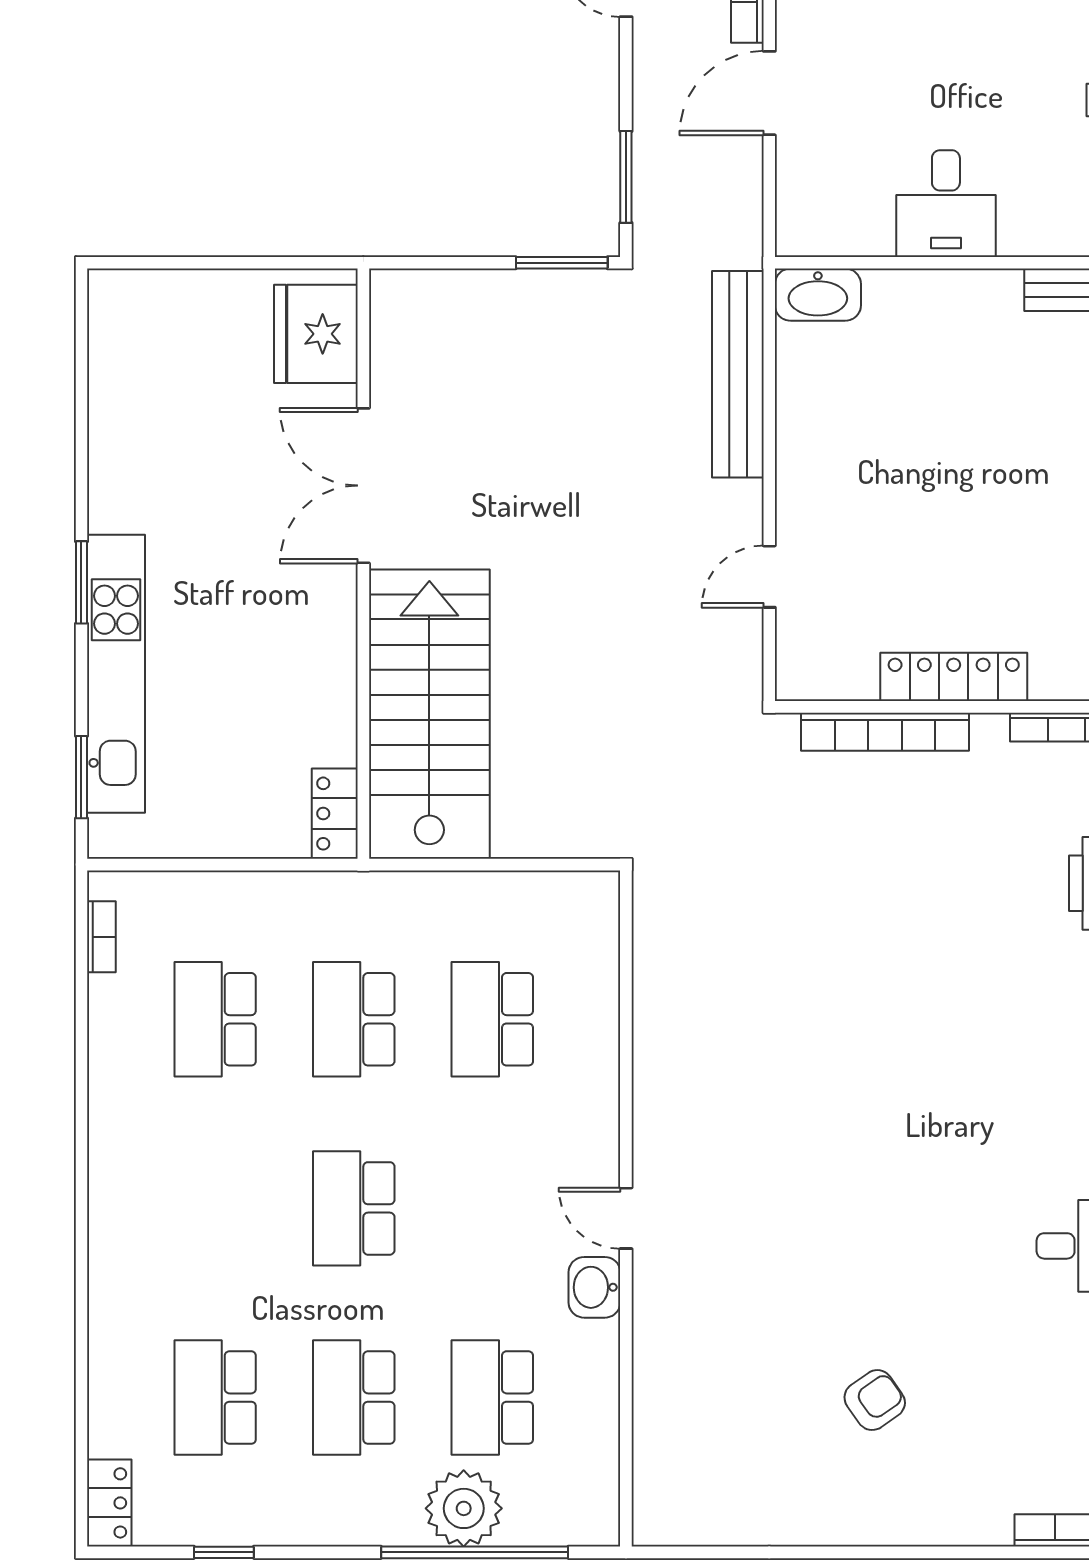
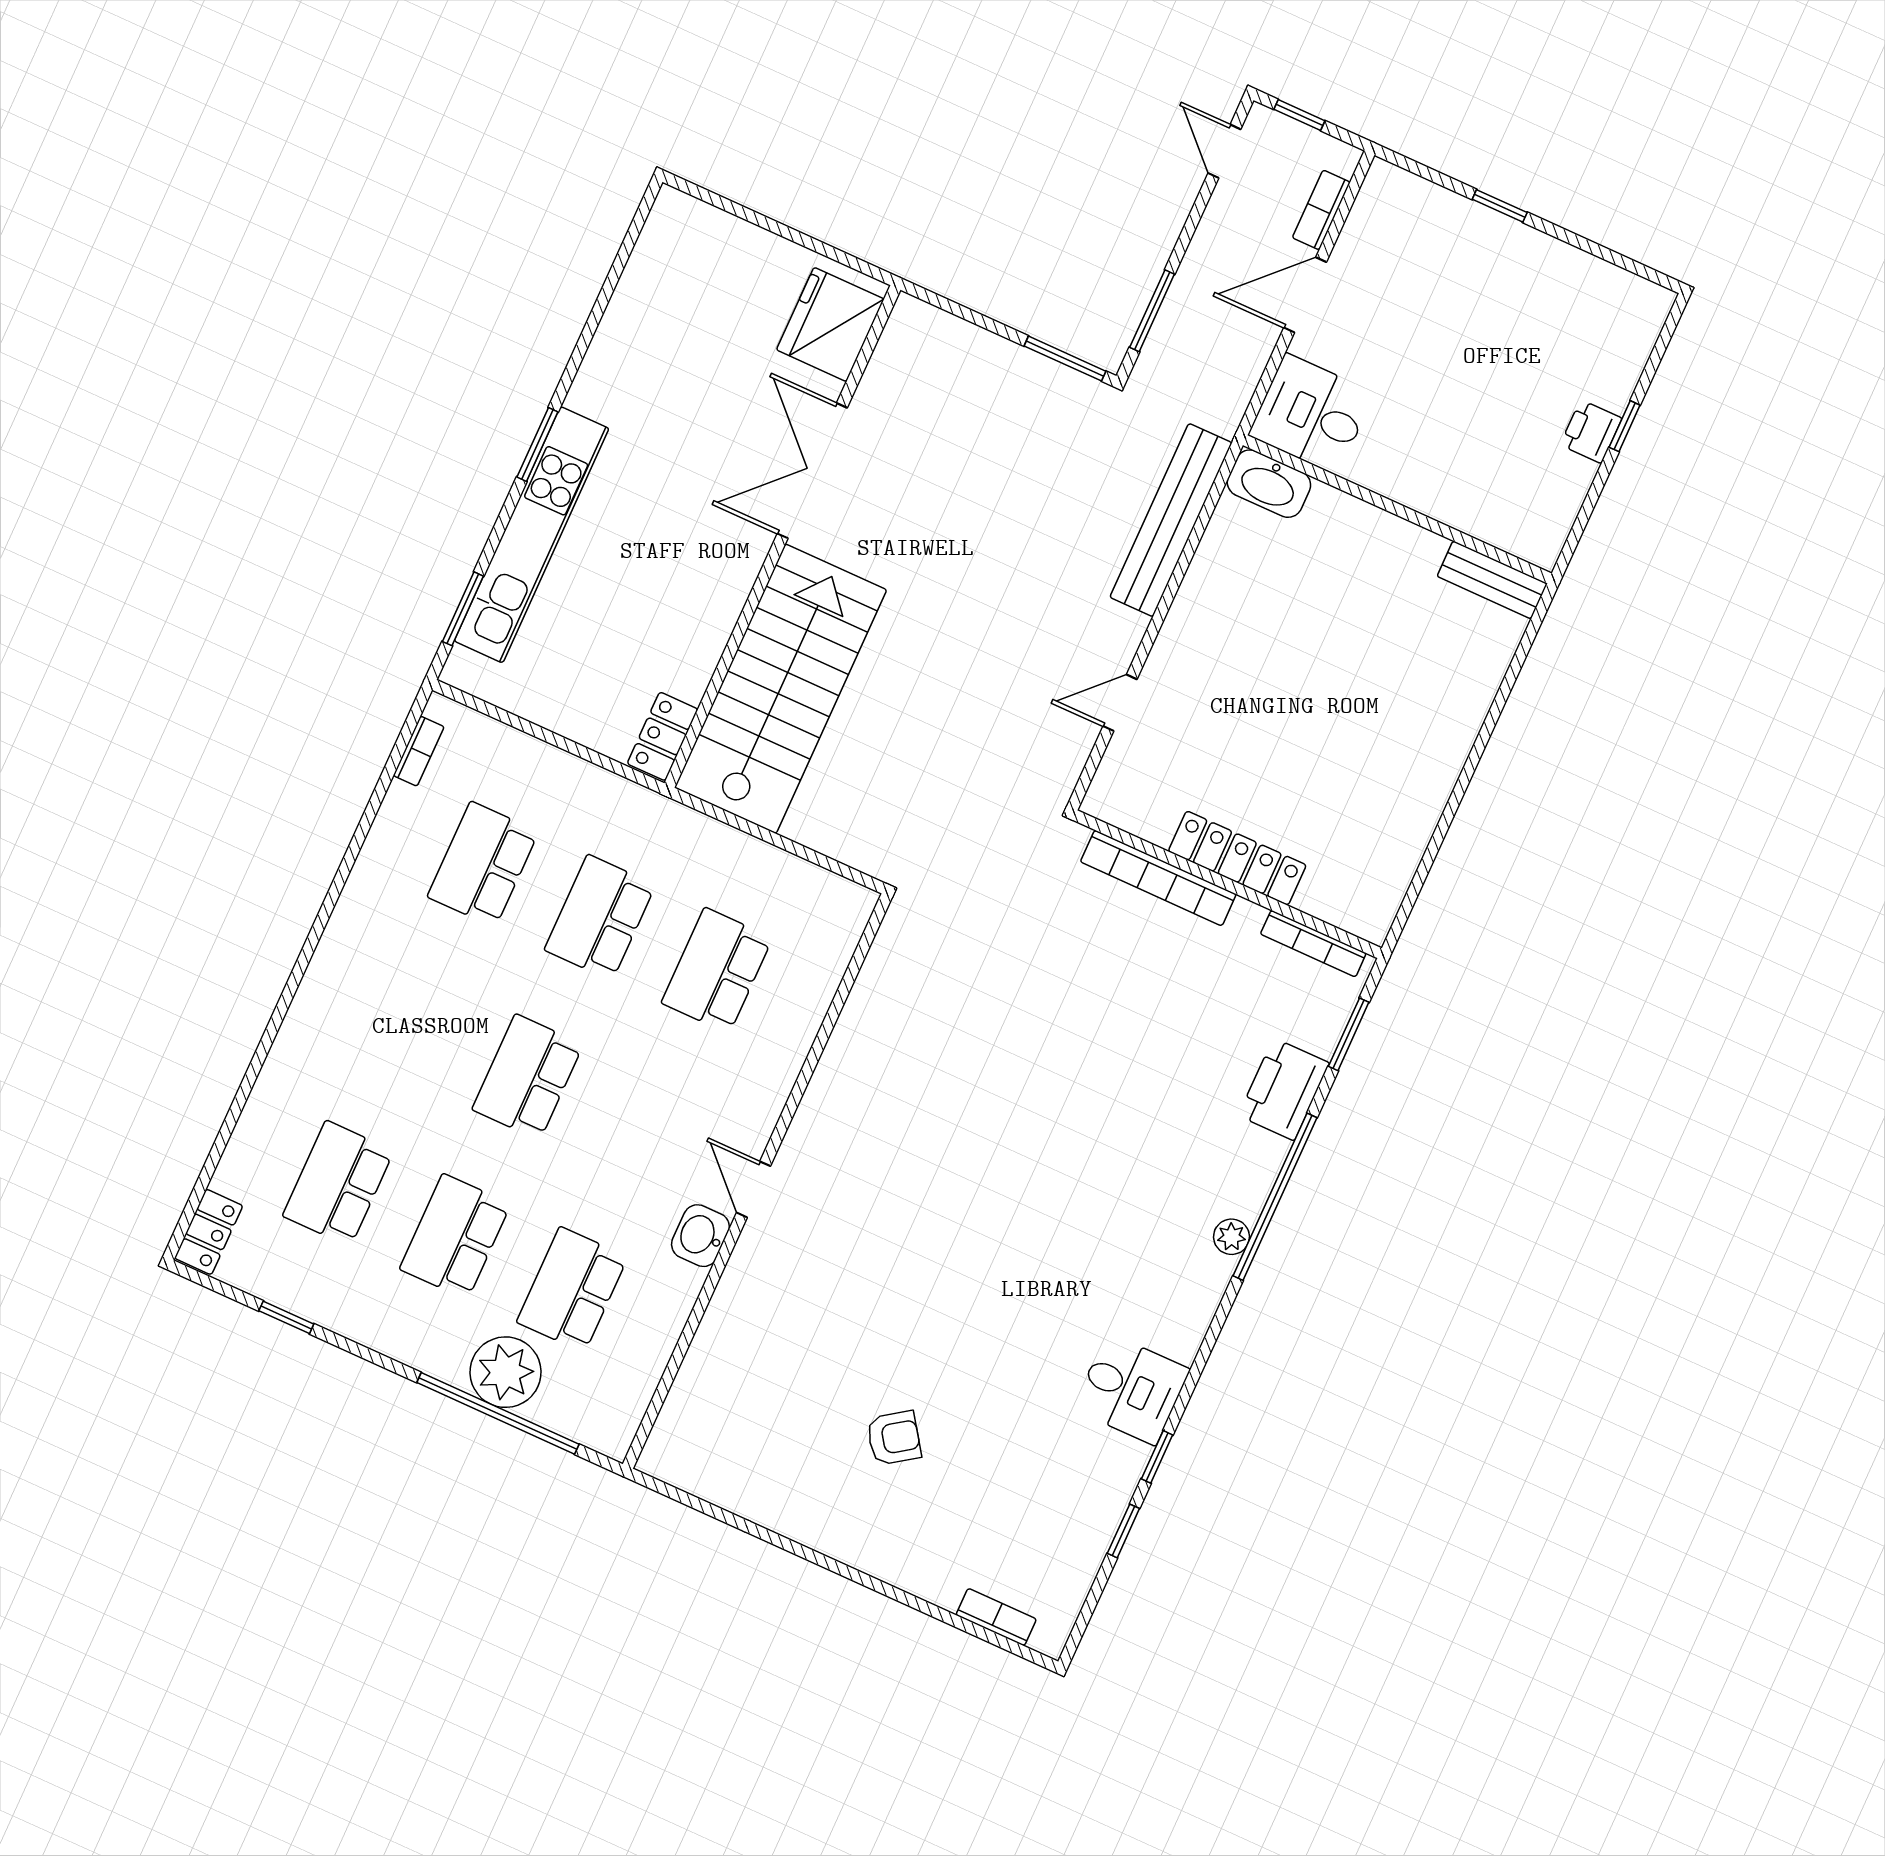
desk: (946, 204) -> (1311, 414), moved, turned 90

